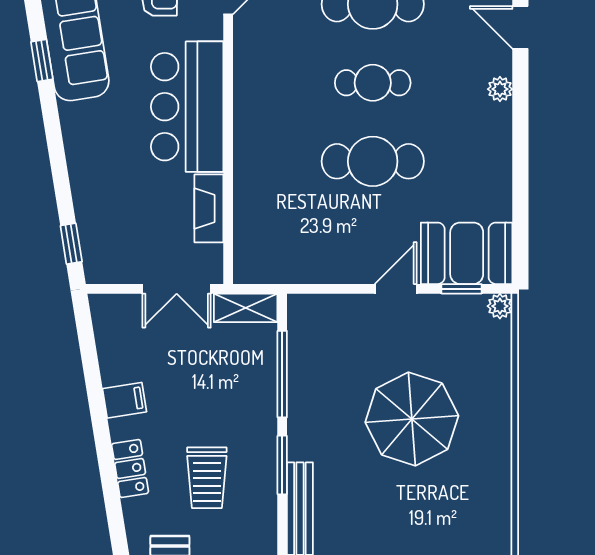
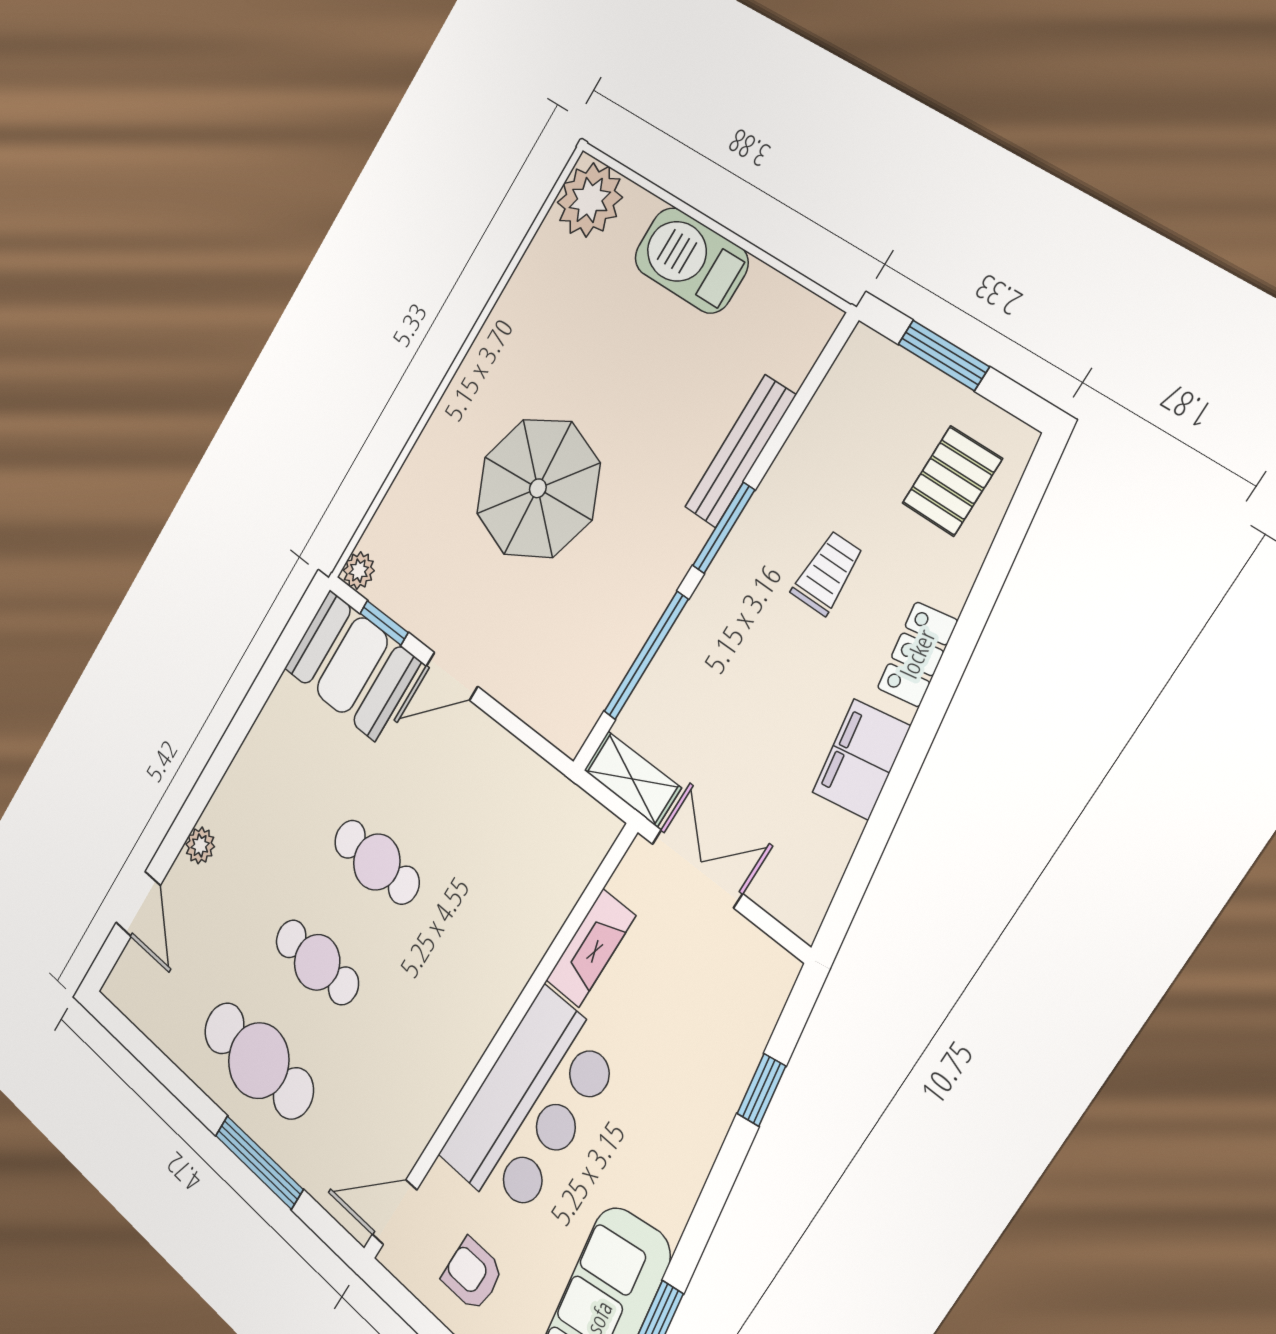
cafe table: (373, 161) -> (377, 862), width x0.73, depth x0.74
window: (71, 244) -> (761, 1090), moved
filing cabinet: (125, 400) -> (861, 759), width x2.00
trolley: (207, 478) -> (827, 573), width x0.73, depth x0.72

